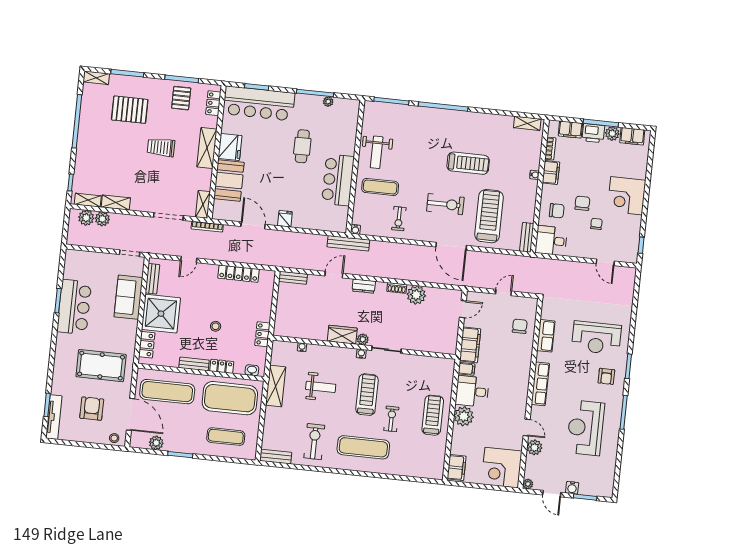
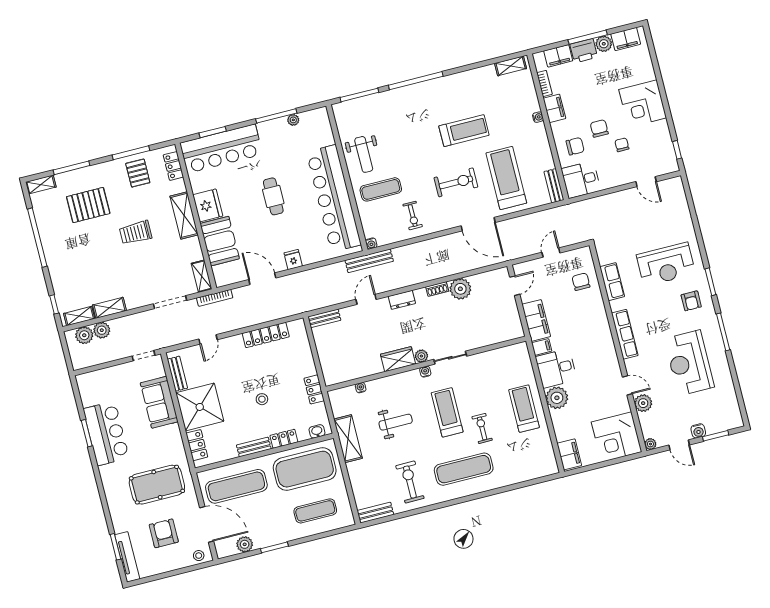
cafe table: (302, 146) -> (273, 196), moved
bar counter: (338, 180) -> (334, 198), width x1.86

